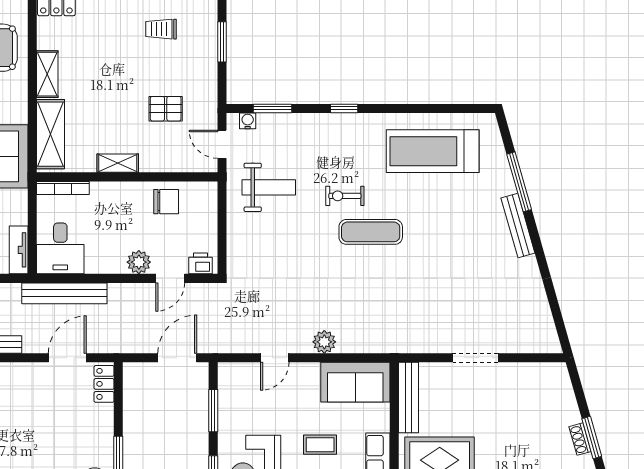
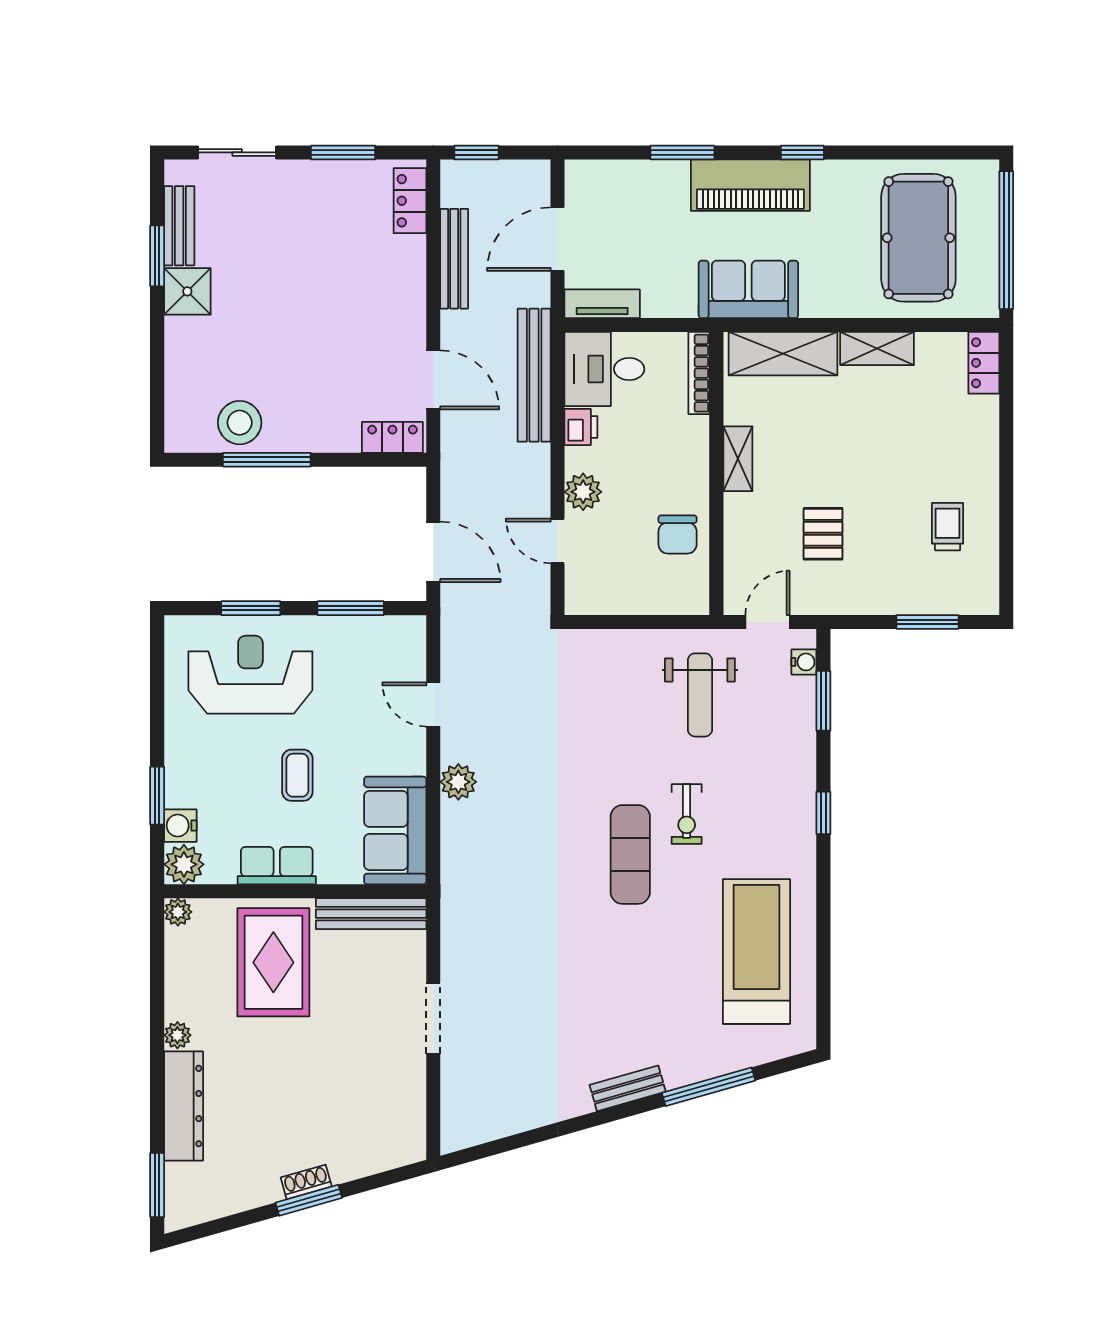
exercise bike: (345, 196) -> (687, 814), turned 180
bench: (518, 226) -> (628, 1088), width x0.73
printer: (201, 263) -> (581, 427), moved

